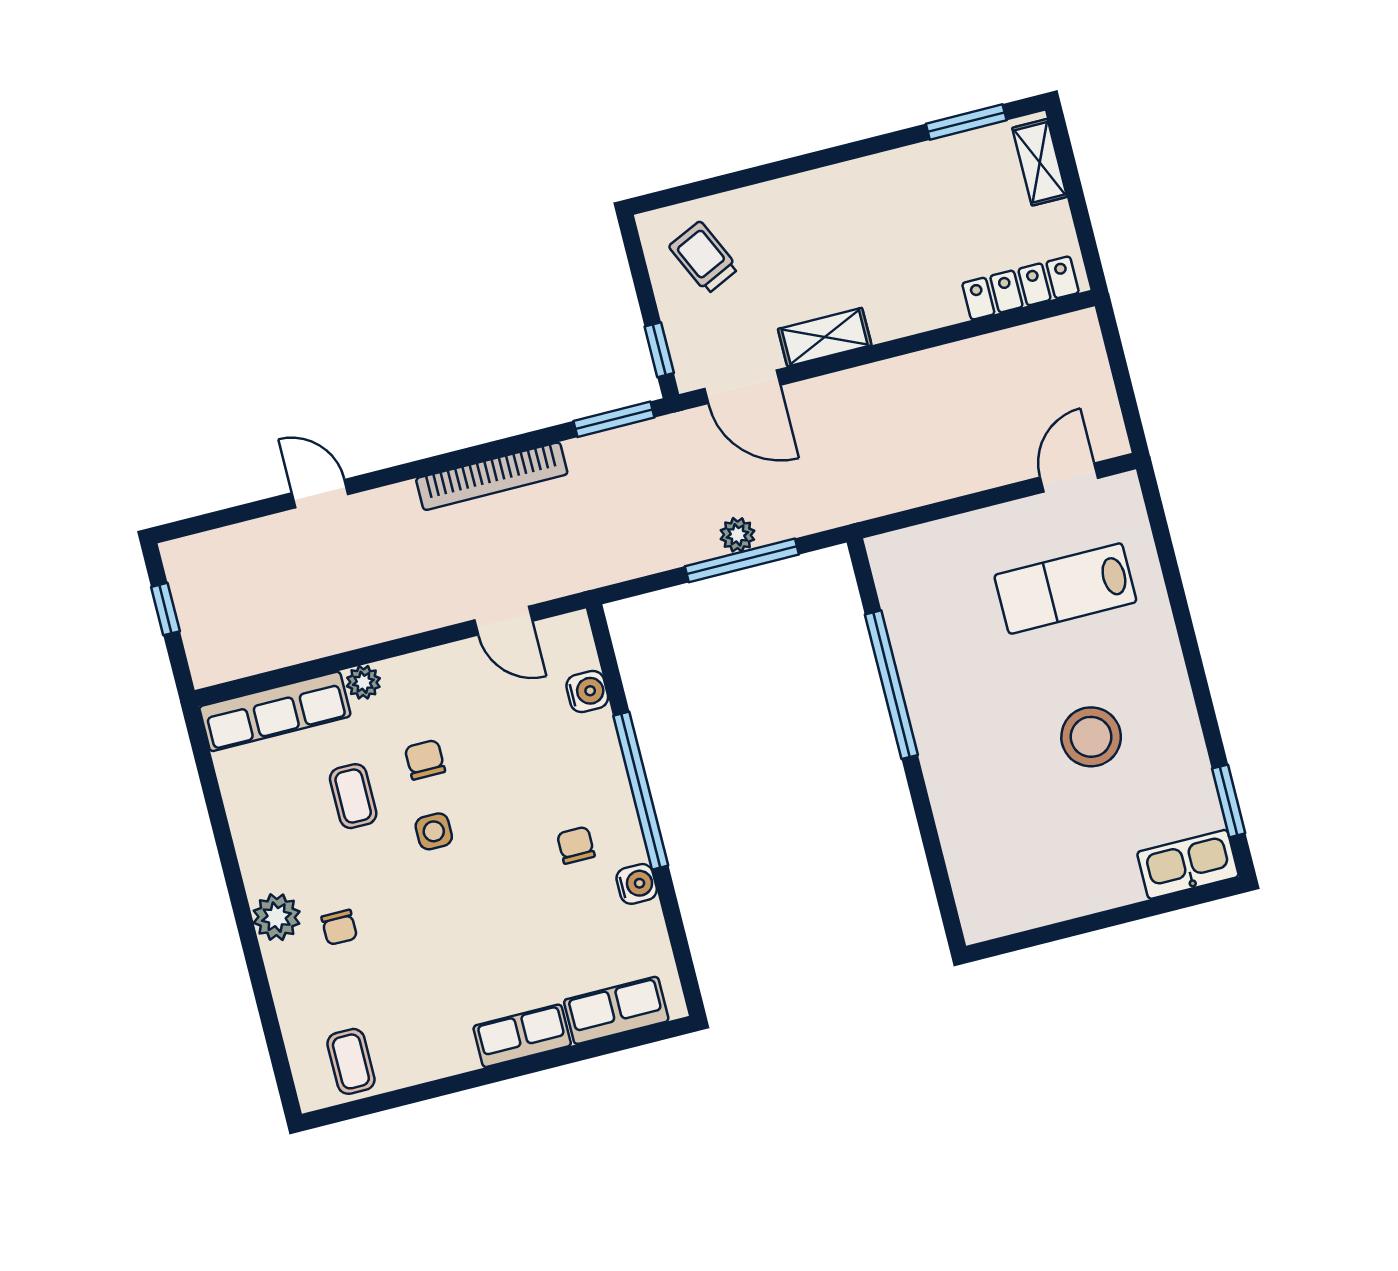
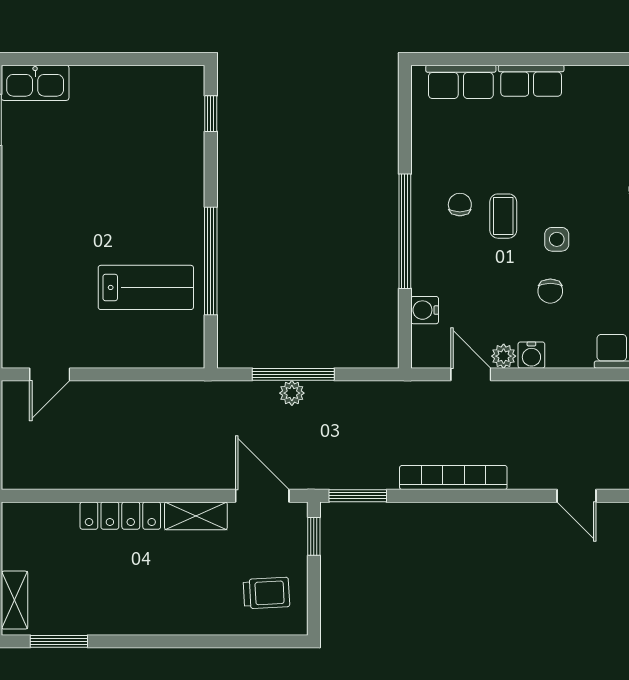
trolley: (704, 257) -> (266, 593), turned -68
locker: (1020, 288) -> (120, 516), moved
lab bench: (1065, 589) -> (146, 287), moved
plant: (363, 682) -> (504, 356), moved
stool: (1091, 737) -> (80, 189), removed
coffee table: (353, 796) -> (503, 216), moved
chair: (576, 845) -> (460, 205), turned 180
window: (941, 883) -> (211, 114), added
water cooler: (637, 884) -> (531, 355), moved, turned -90

